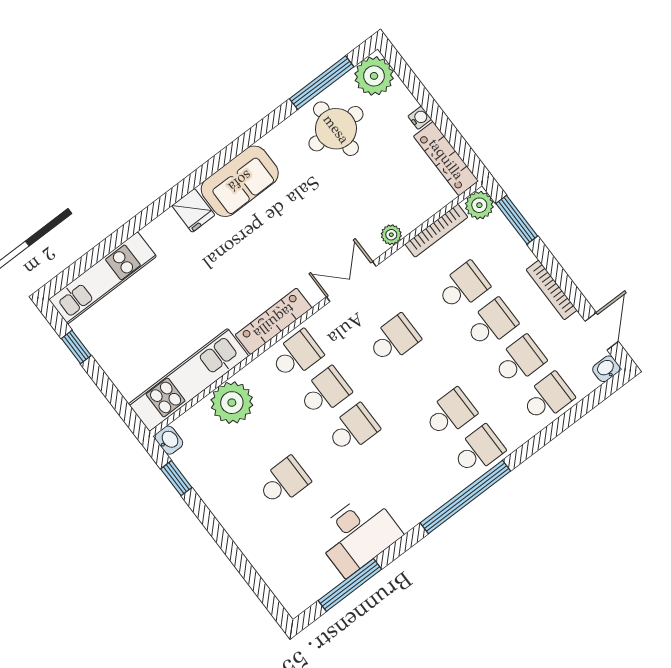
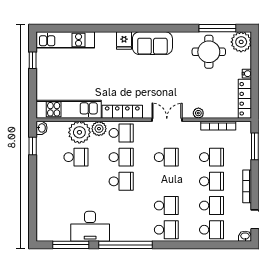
plant: (479, 205) -> (99, 129), moved
school desk: (284, 482) -> (76, 157), moved
window: (465, 497) -> (125, 245), moved

